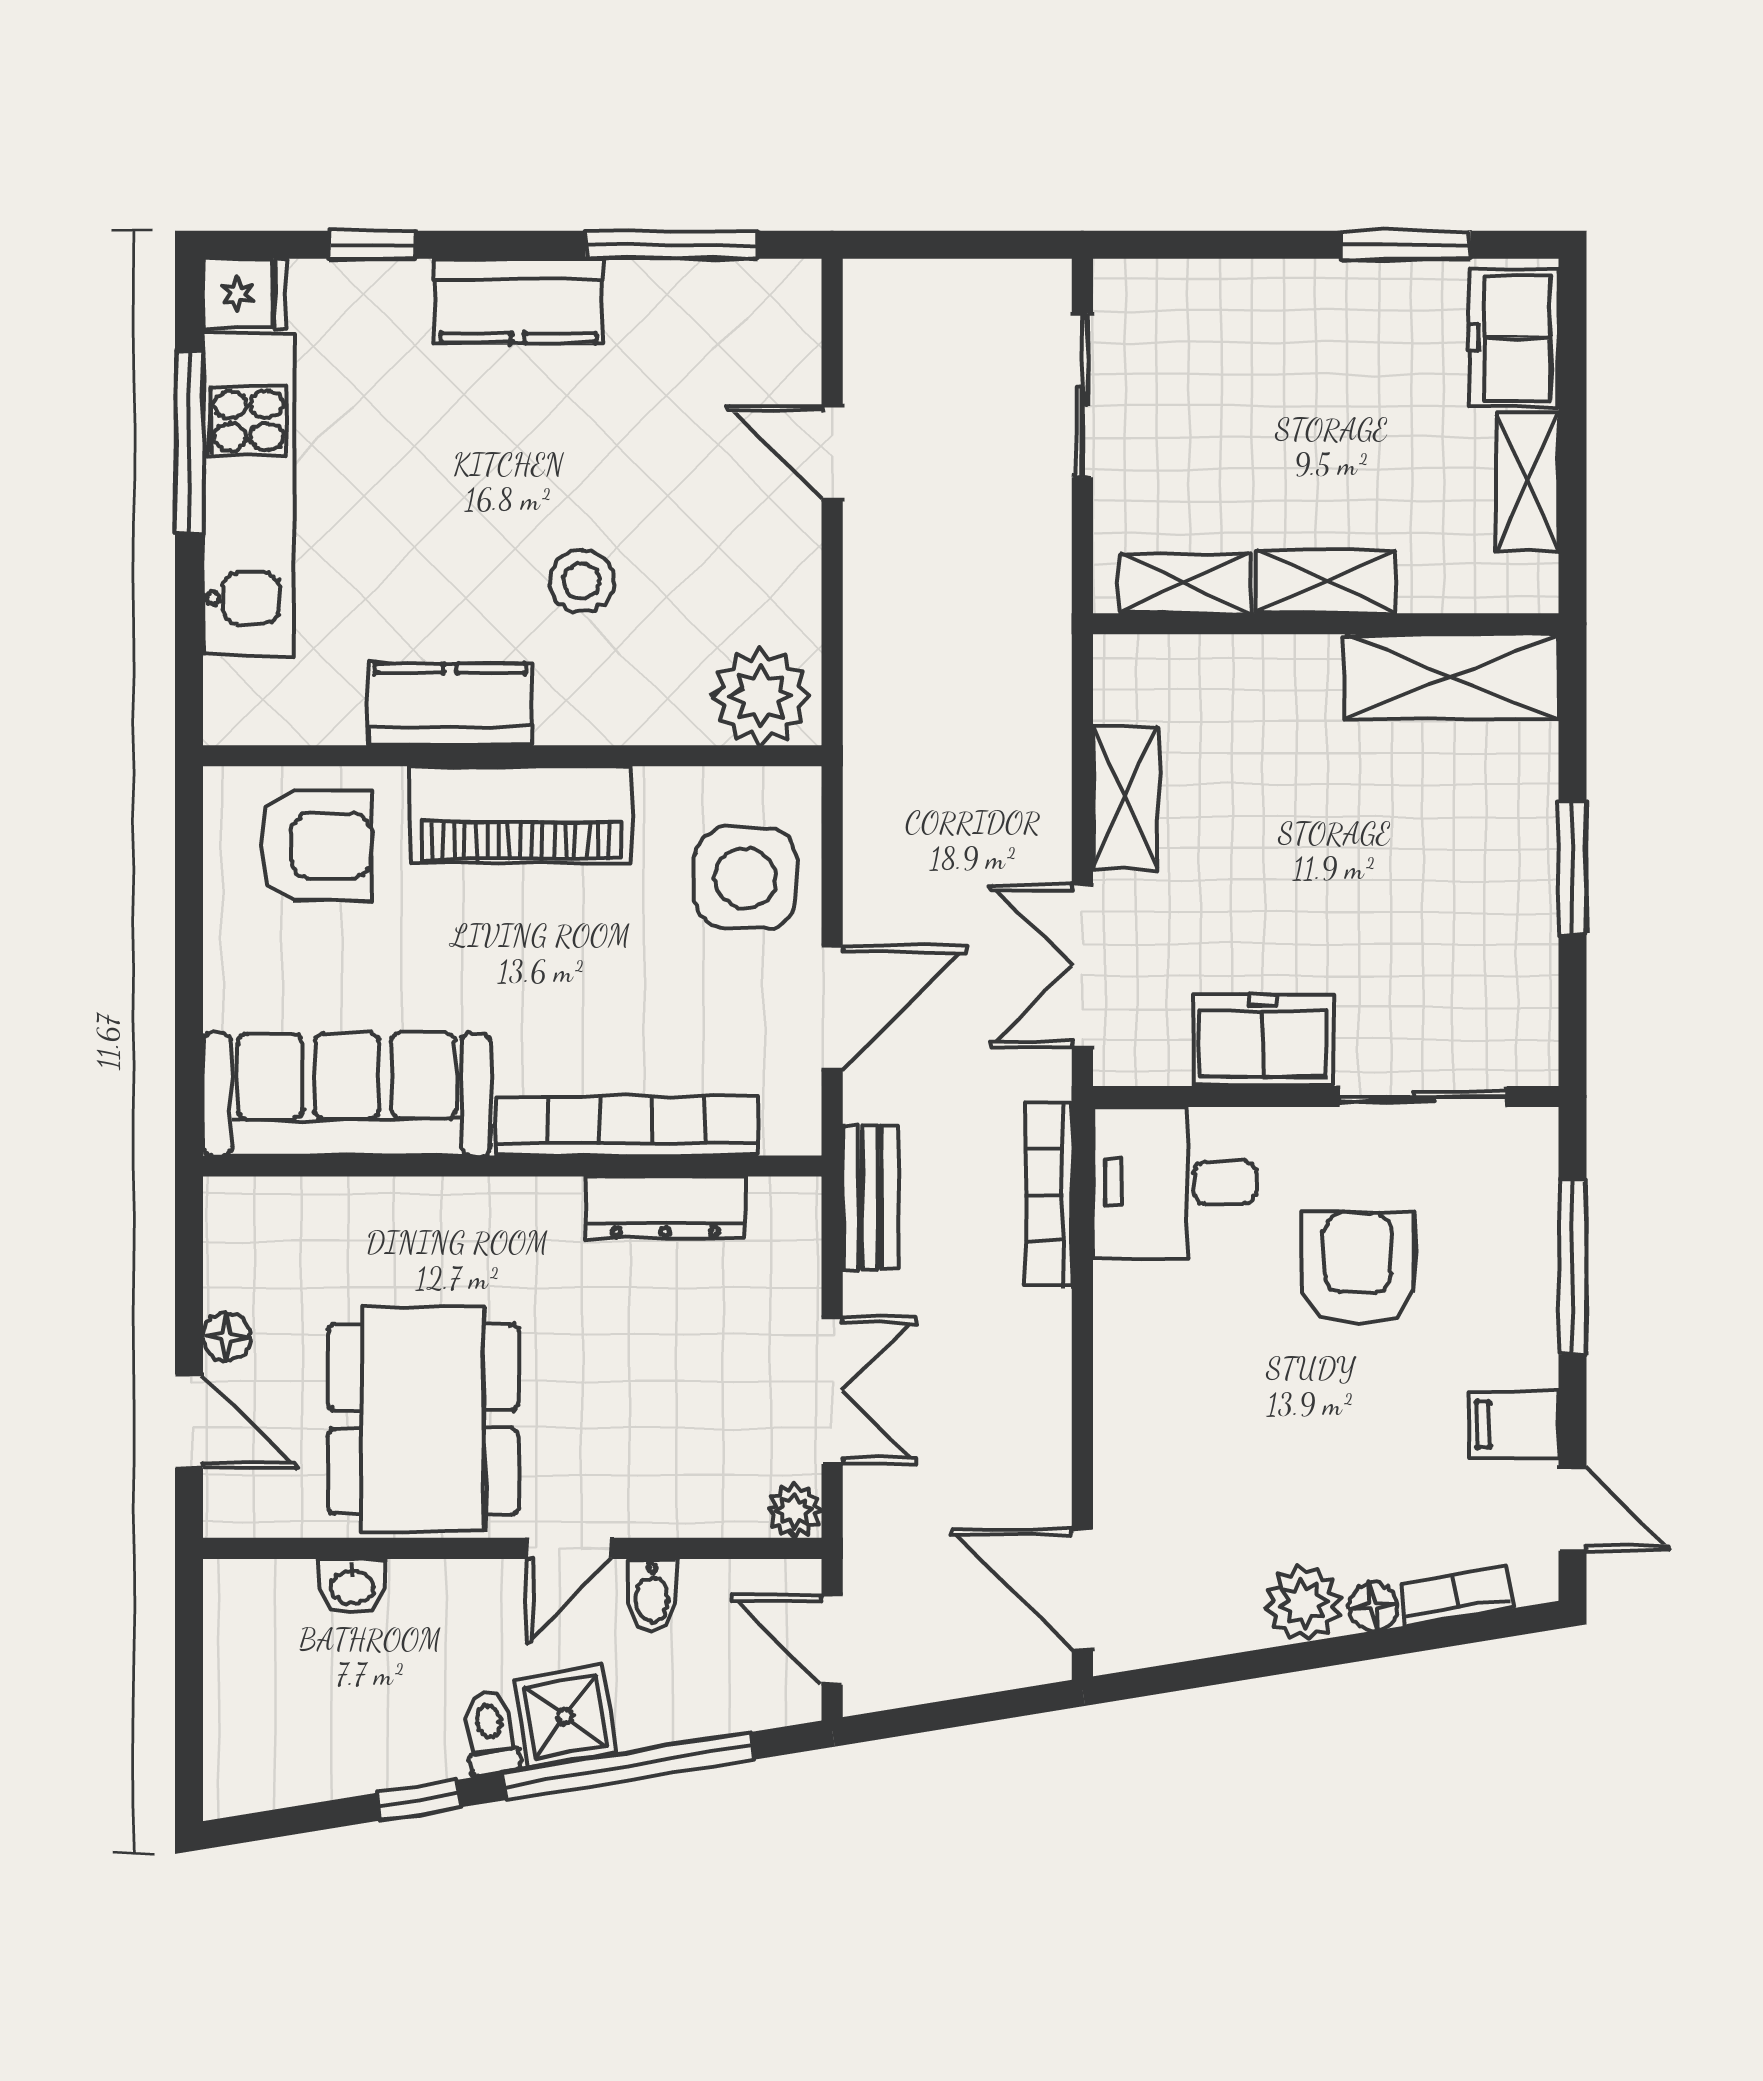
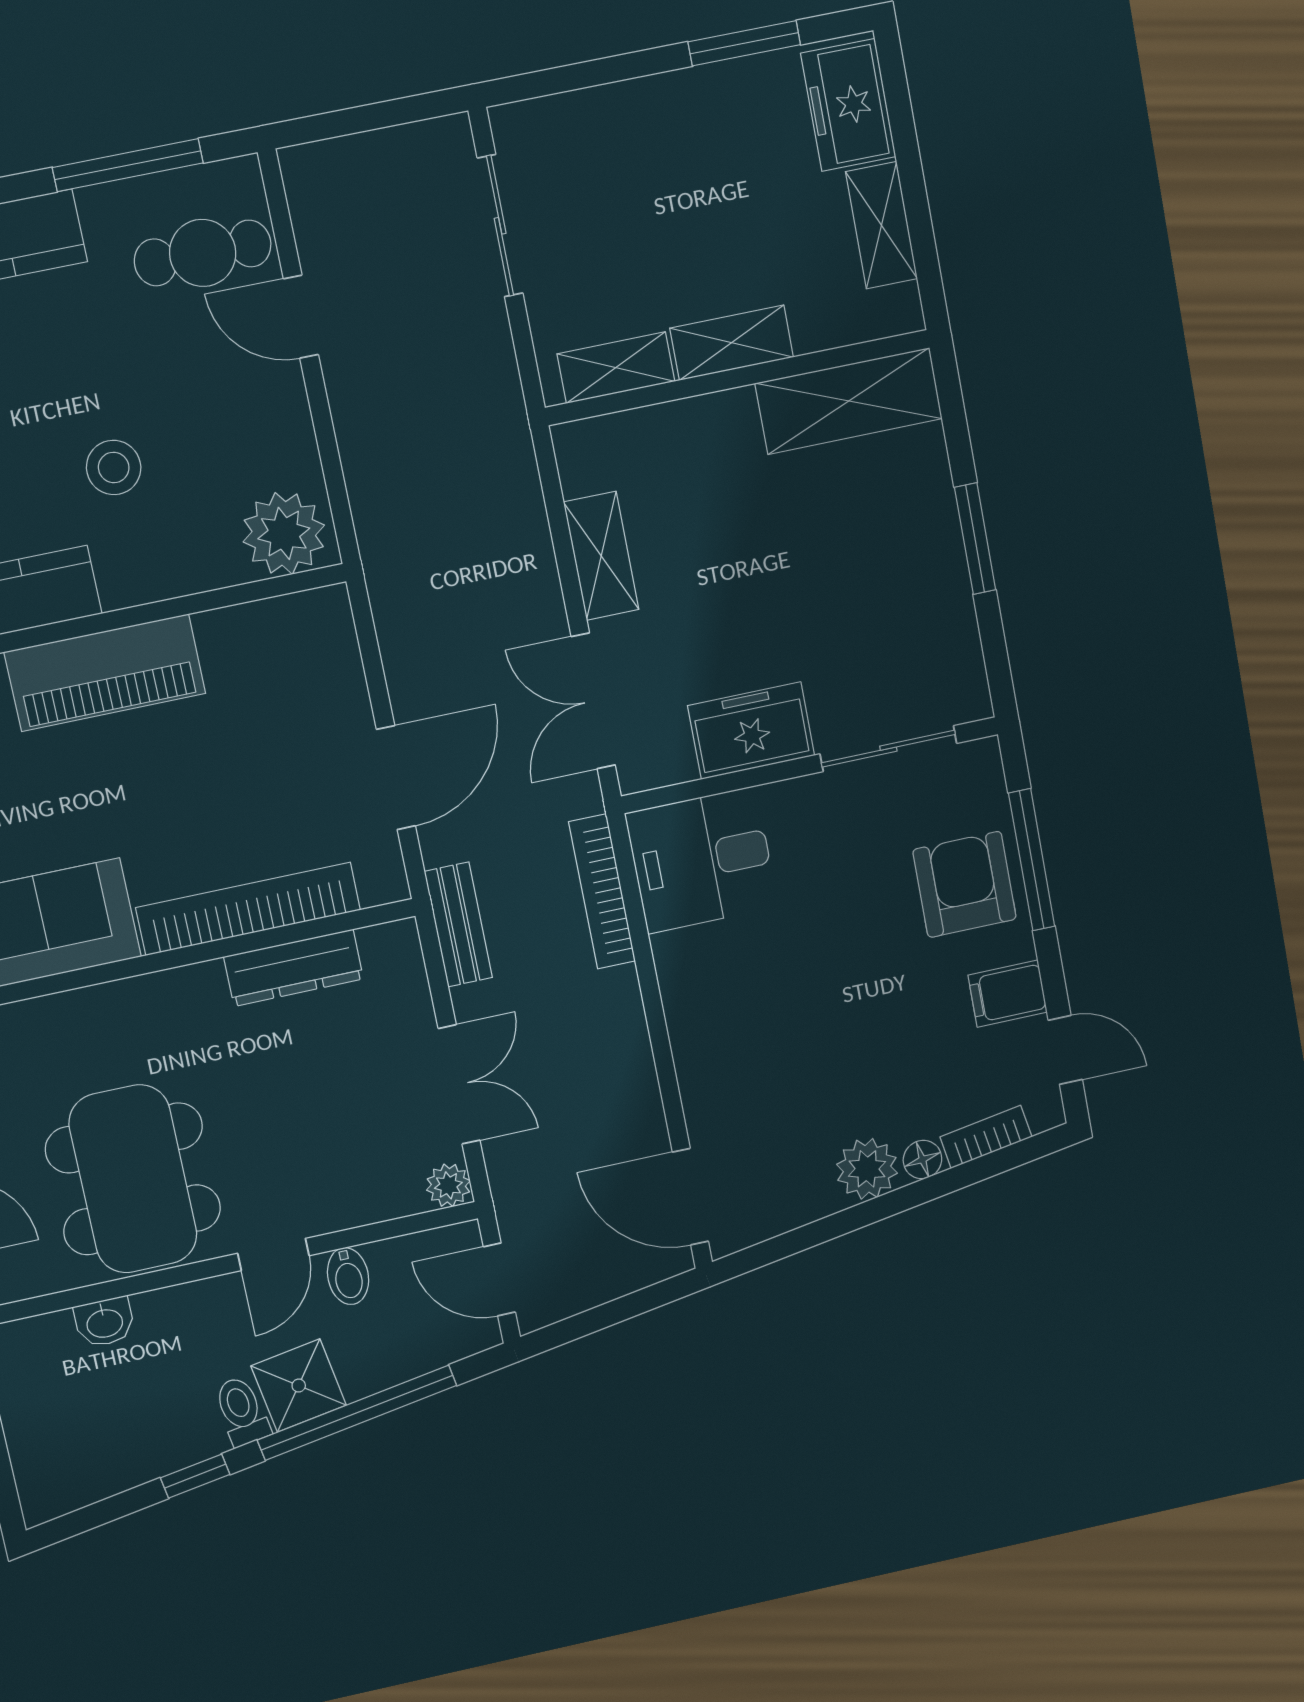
cafe table: (735, 359) -> (203, 253), added
side table: (745, 878) -> (302, 687), removed
armchair: (1358, 1268) -> (965, 884), moved

